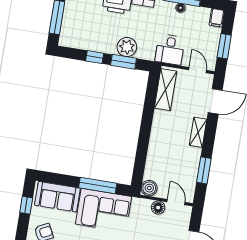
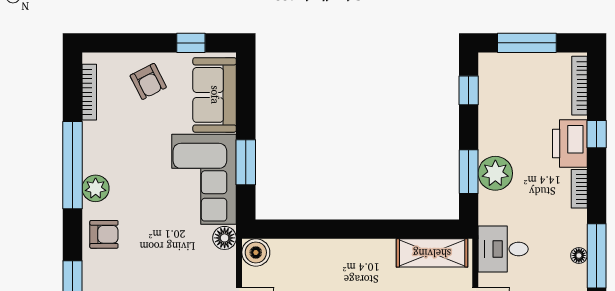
window: (95, 57) -> (469, 90), moved
window: (98, 185) -> (246, 162), width x0.69
floor lamp: (158, 208) -> (225, 238), moved

